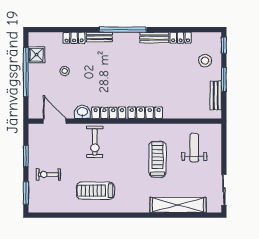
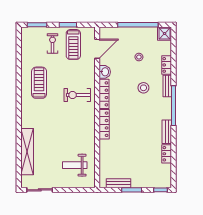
shower: (37, 55) -> (165, 34), moved
stool: (205, 61) -> (143, 88), moved
exercise bike: (95, 142) -> (77, 95), moved
weight bench: (194, 148) -> (75, 165), turned 180
treadmill: (158, 159) -> (73, 45), moved, turned 90

